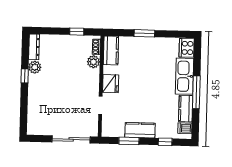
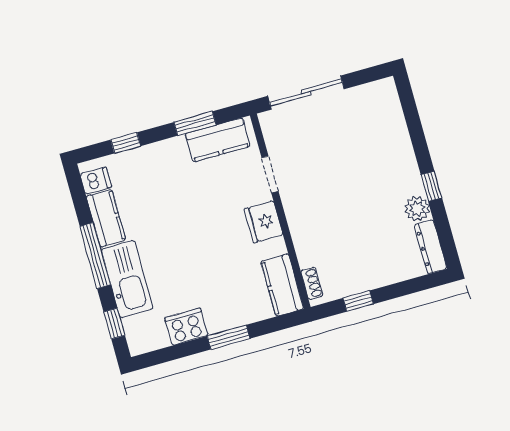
cooker: (187, 48) -> (186, 327), moved, turned -90
window: (197, 57) -> (114, 324), added
plant: (93, 62) -> (309, 253), removed
kitchen counter: (140, 130) -> (218, 140), moved

